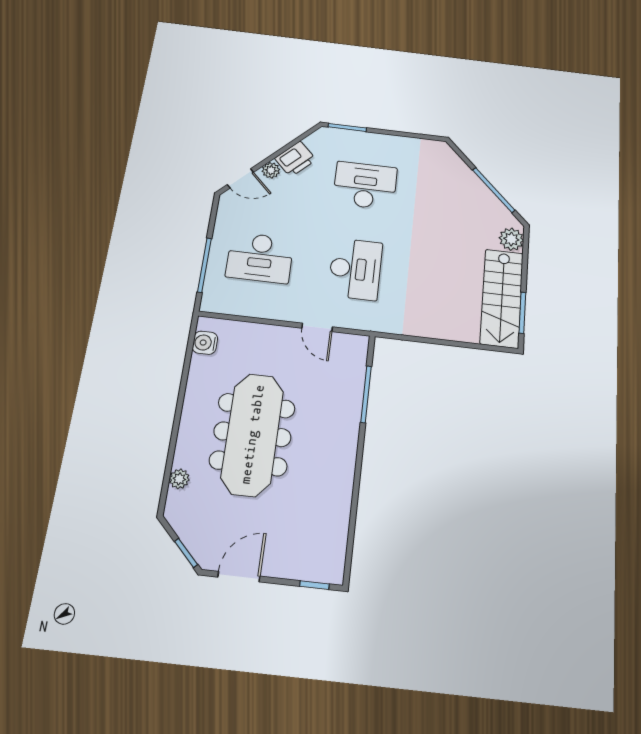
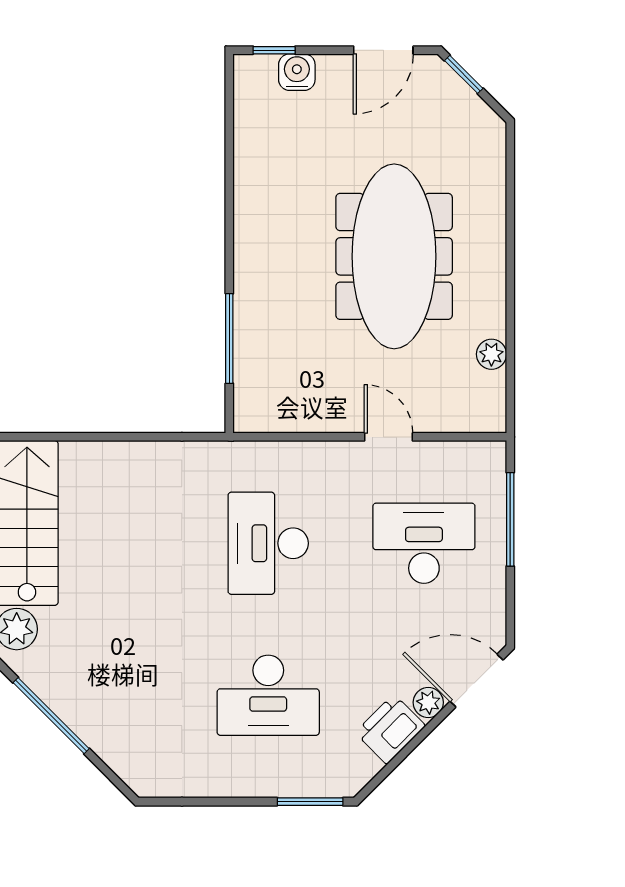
door: (240, 178) -> (477, 681), width x1.38
door: (317, 327) -> (388, 437), moved
water cooler: (205, 343) -> (297, 72), moved, turned -90
plant: (179, 479) -> (491, 354), moved

